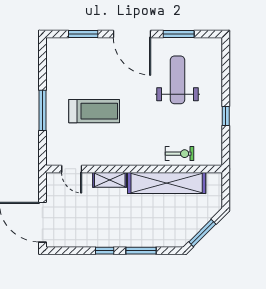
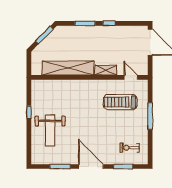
weight bench: (178, 80) -> (50, 131), moved
treadmill: (94, 111) -> (120, 102), moved
exercise bike: (180, 154) -> (130, 148), moved

